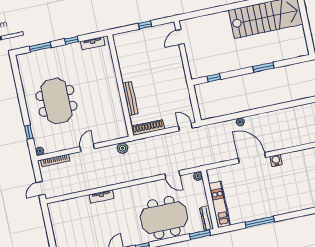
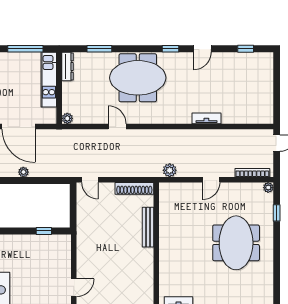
plant: (198, 176) -> (67, 118), moved
wall: (210, 199) -> (59, 88), moved
kitchen unit: (219, 204) -> (49, 80), moved
dresser: (207, 218) -> (67, 66), moved

